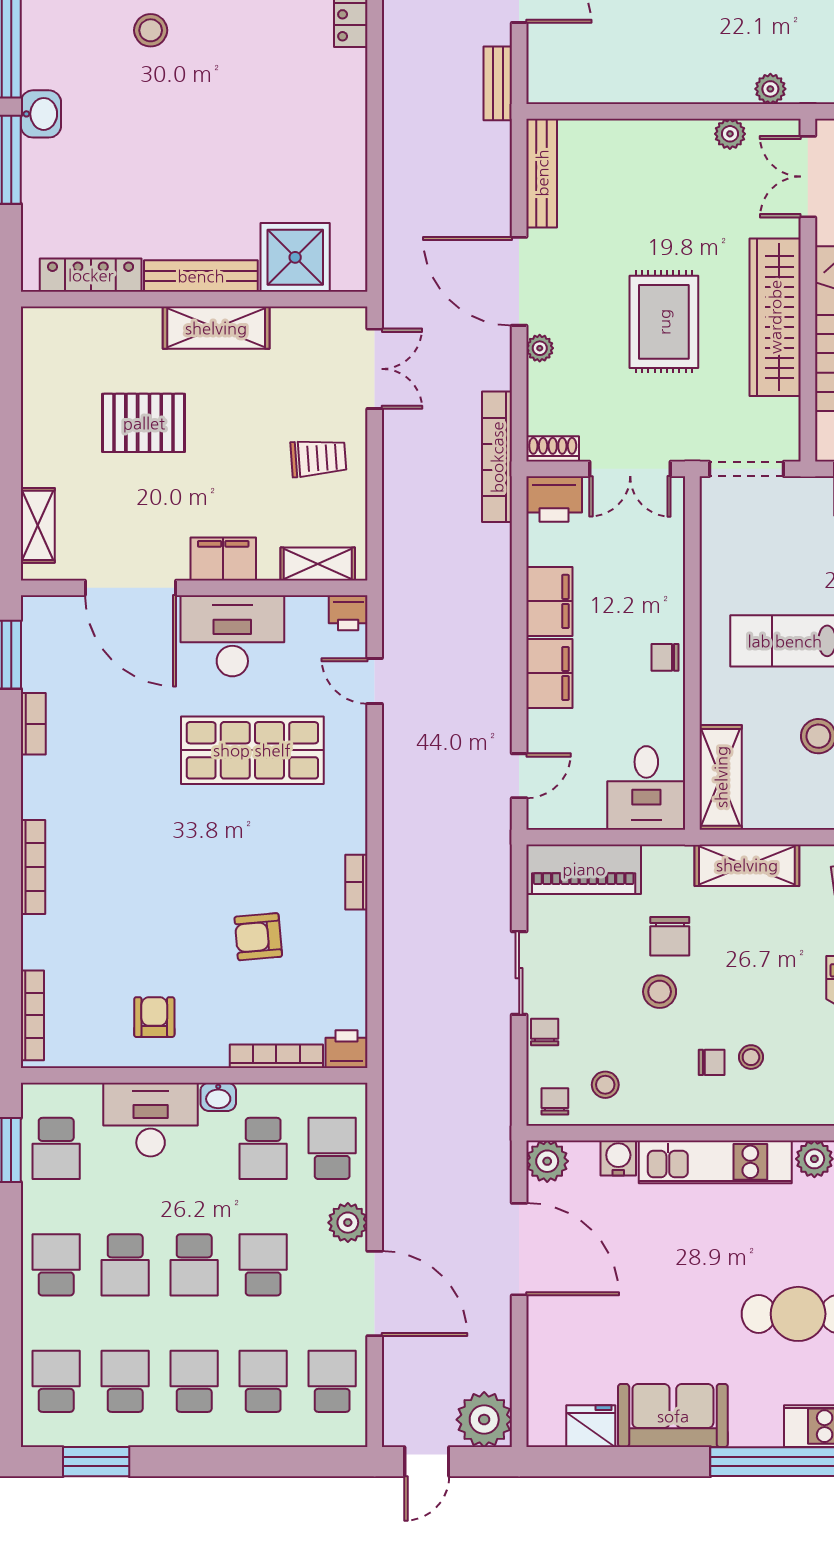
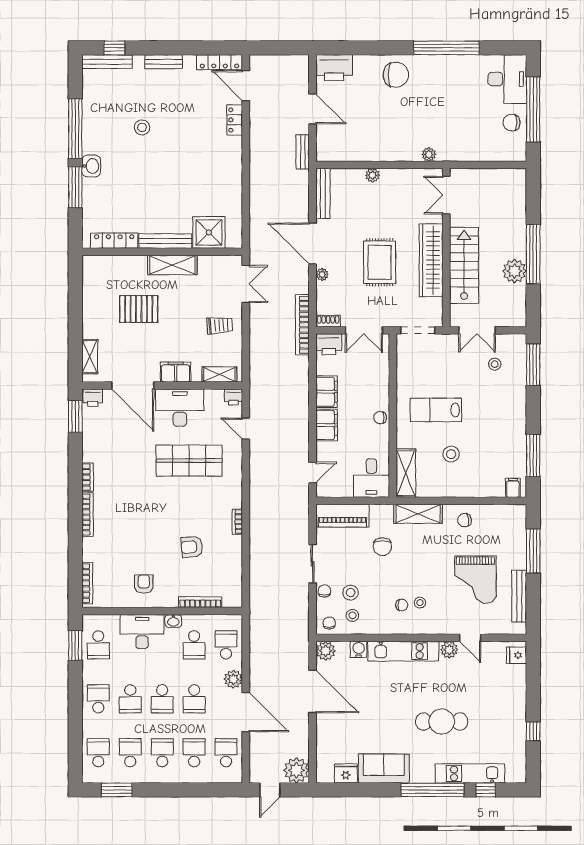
plant: (730, 134) -> (372, 175), moved
bookcase: (33, 724) -> (88, 477), moved
stool: (660, 992) -> (351, 593), moved
printer: (347, 1049) -> (93, 398), moved, turned 180
school desk: (263, 1265) -> (194, 699), turned 180

